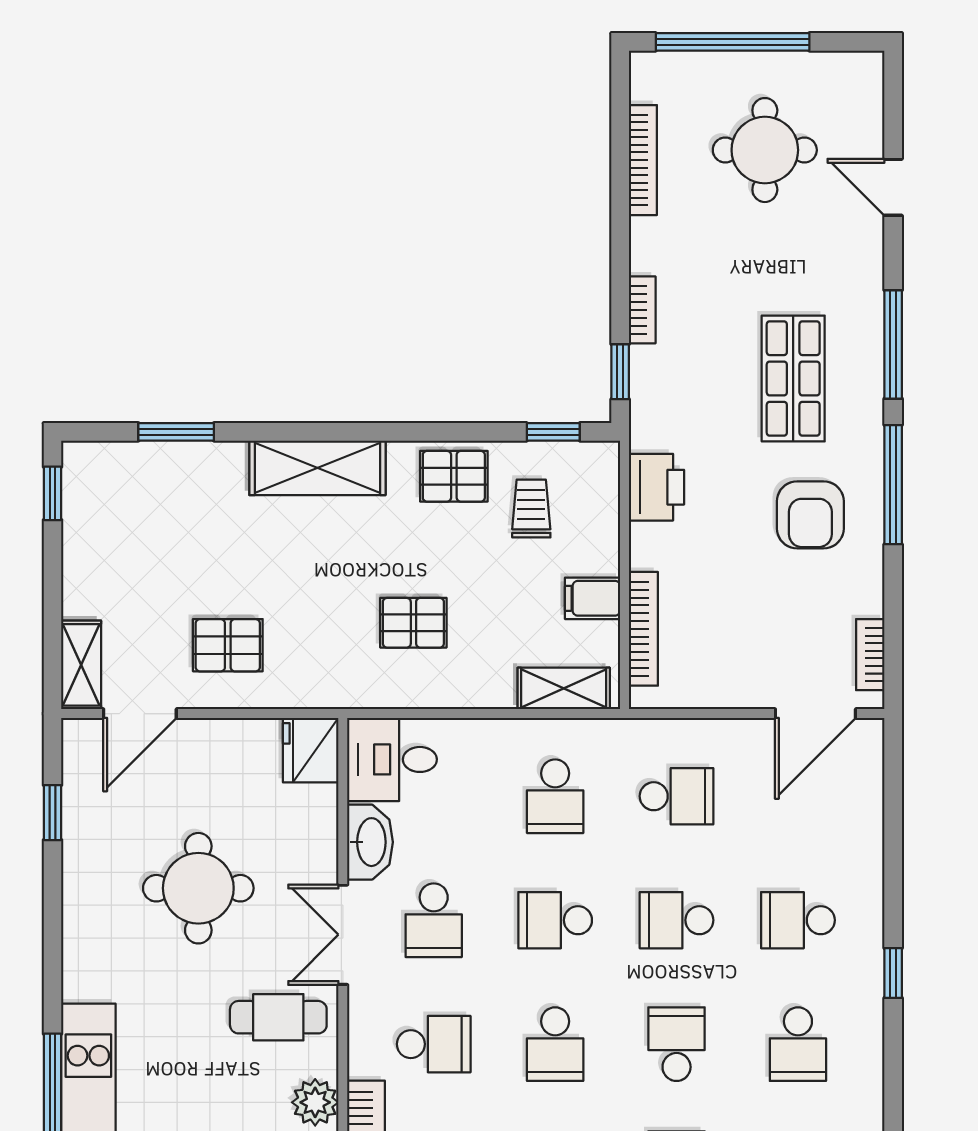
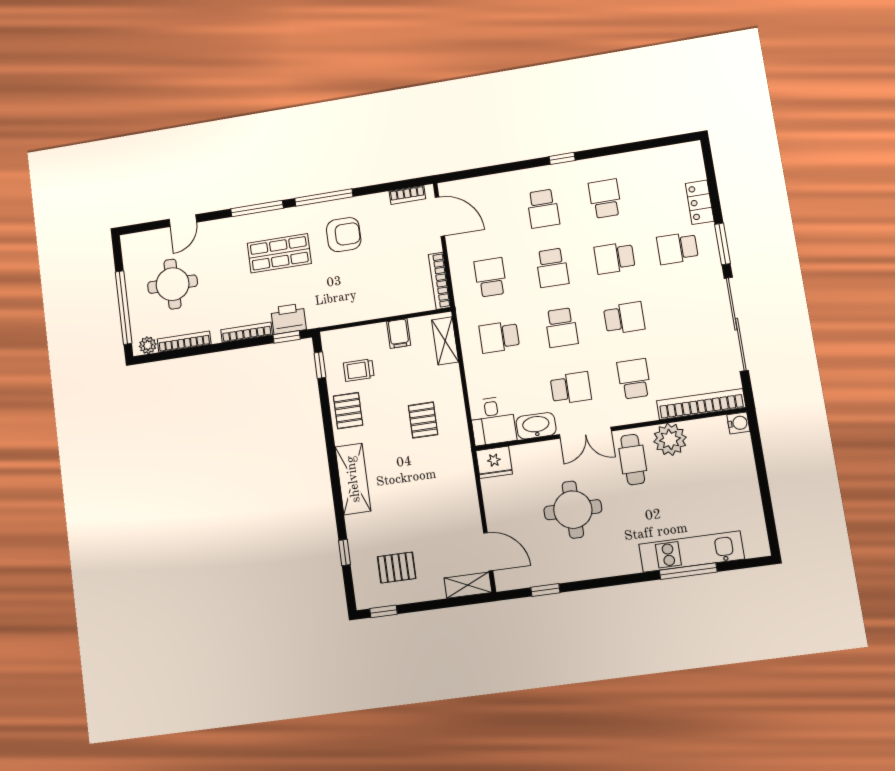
plant: (647, 83) -> (148, 345), added
bookcase: (642, 310) -> (247, 332), width x1.56
window: (176, 432) -> (345, 553), width x0.67
printer: (656, 487) -> (289, 319), moved
bookcase: (643, 629) -> (440, 281), moved, turned -90
pallet: (228, 645) -> (397, 568), moved, turned 90
school desk: (555, 796) -> (499, 337), turned 180
school desk: (798, 1044) -> (605, 199), turned -90
plant: (315, 1102) -> (670, 439), width x1.36, depth x1.36

